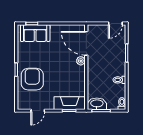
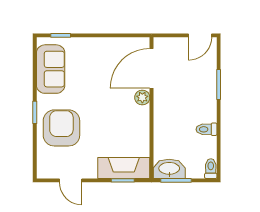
sofa: (35, 33) -> (51, 69), moved, turned -90
door: (86, 43) -> (151, 68), hinge flipped
door: (38, 111) -> (71, 180), hinge flipped

